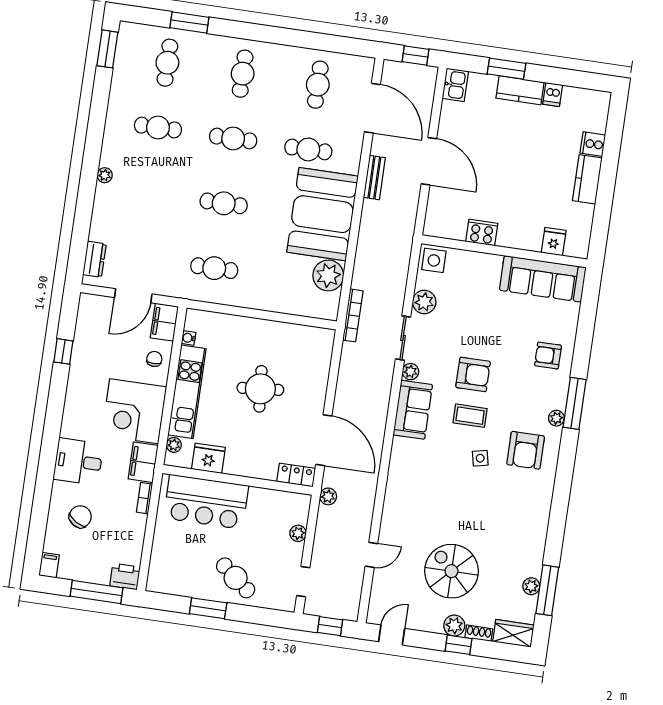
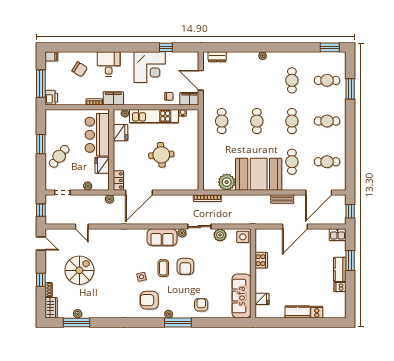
corner desk: (134, 411) -> (150, 67), moved, turned 180
fridge: (264, 501) -> (102, 165), added
plant: (454, 626) -> (51, 276), removed

